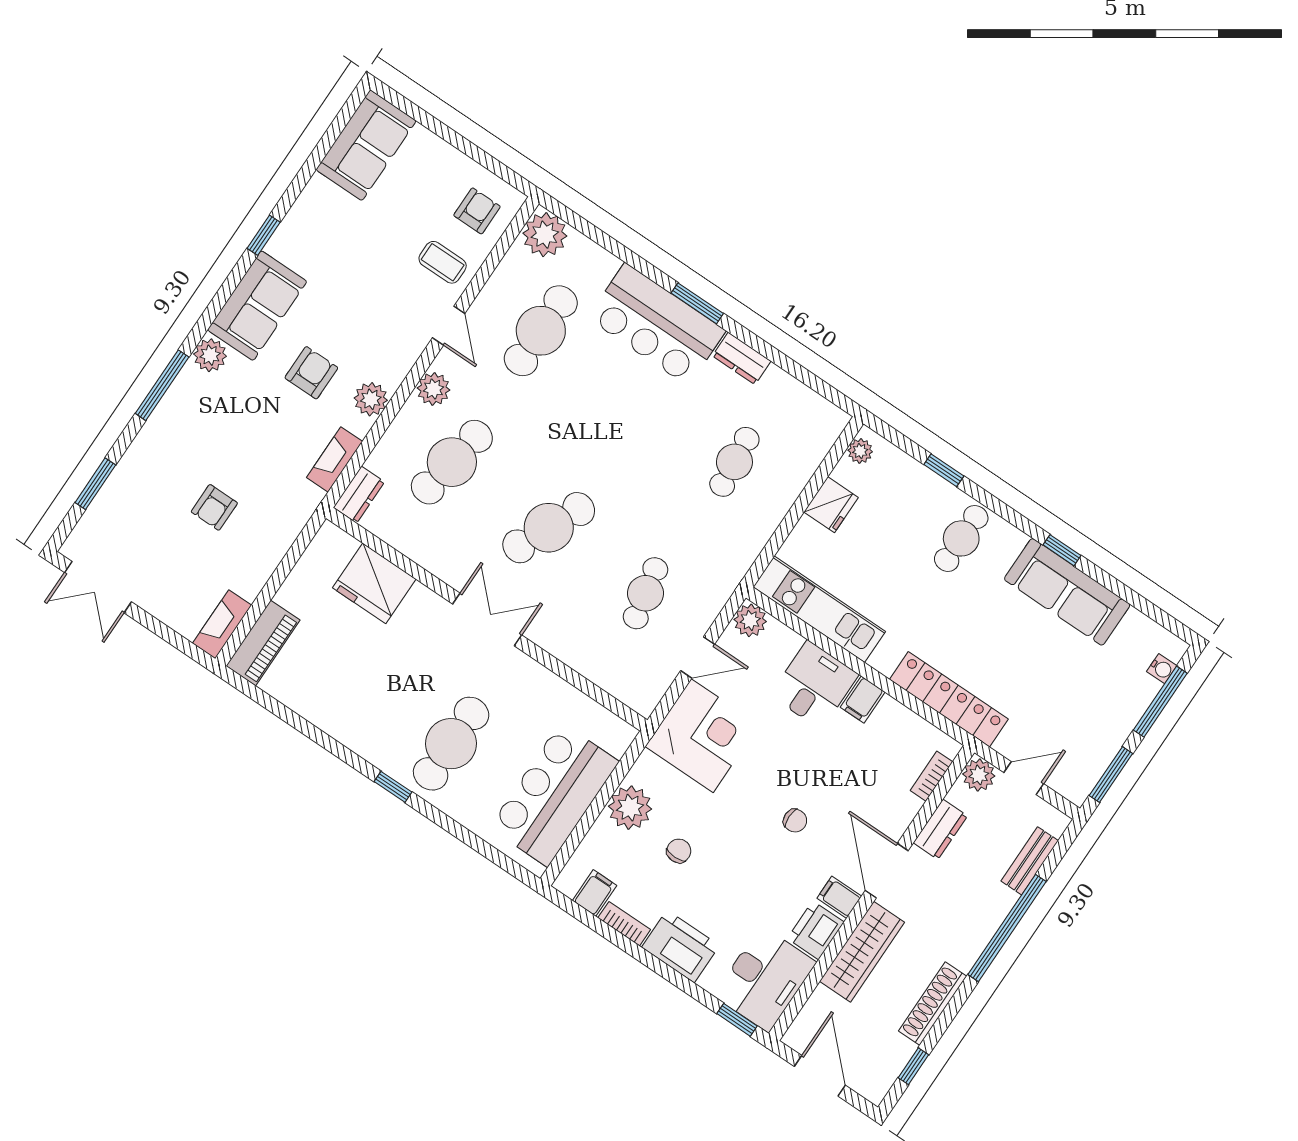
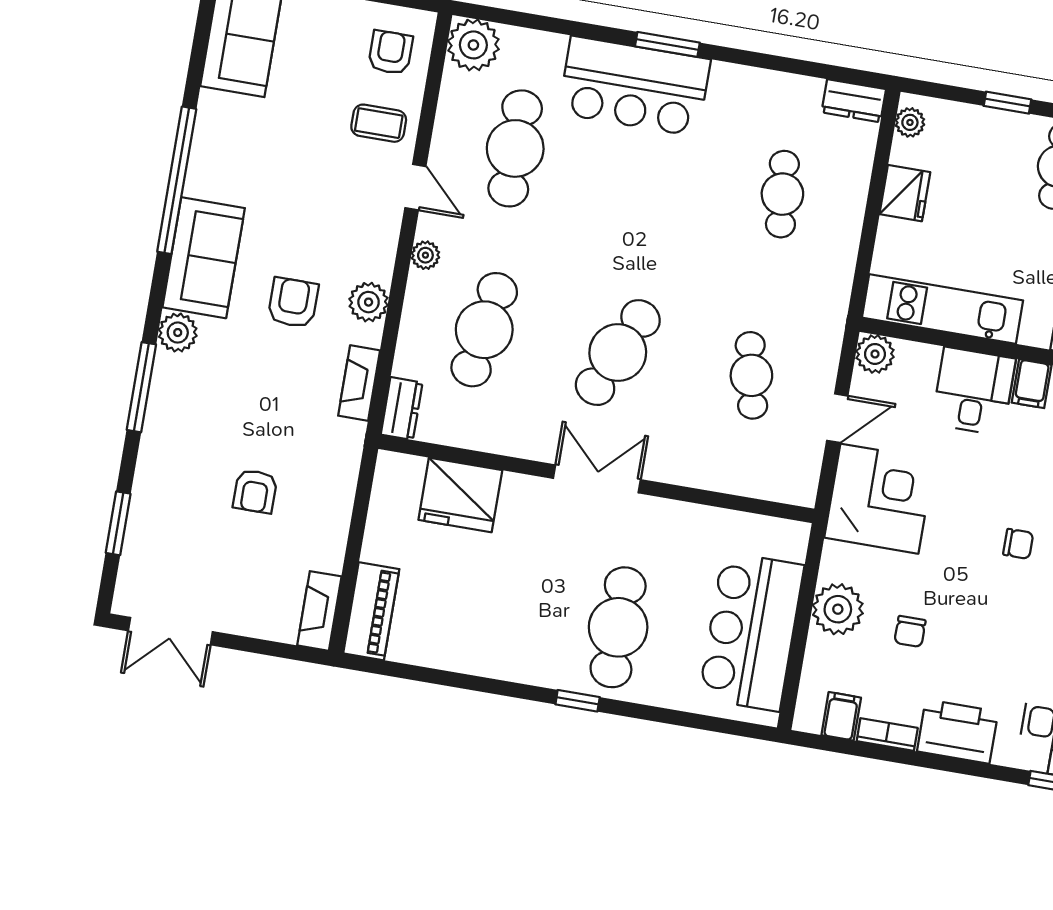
window: (264, 235) -> (177, 180), width x3.17
dresser: (742, 358) -> (854, 101), moved
plant: (433, 389) -> (425, 255), width x0.73, depth x0.73
chair: (679, 851) -> (910, 631), turned 180

